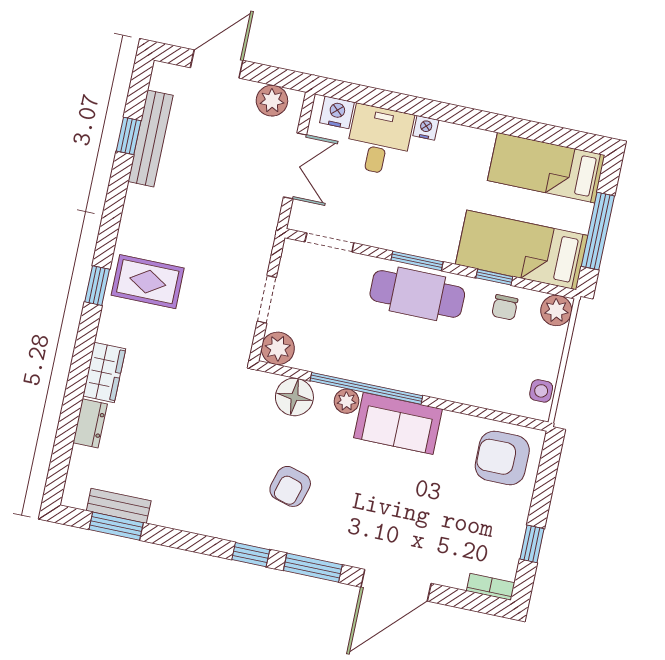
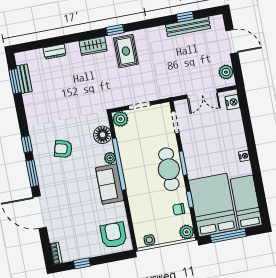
nightstand: (426, 128) -> (244, 156), moved
desk: (379, 140) -> (228, 125), removed
bed: (522, 250) -> (213, 205), width x1.50
wardrobe: (104, 372) -> (93, 46), moved

